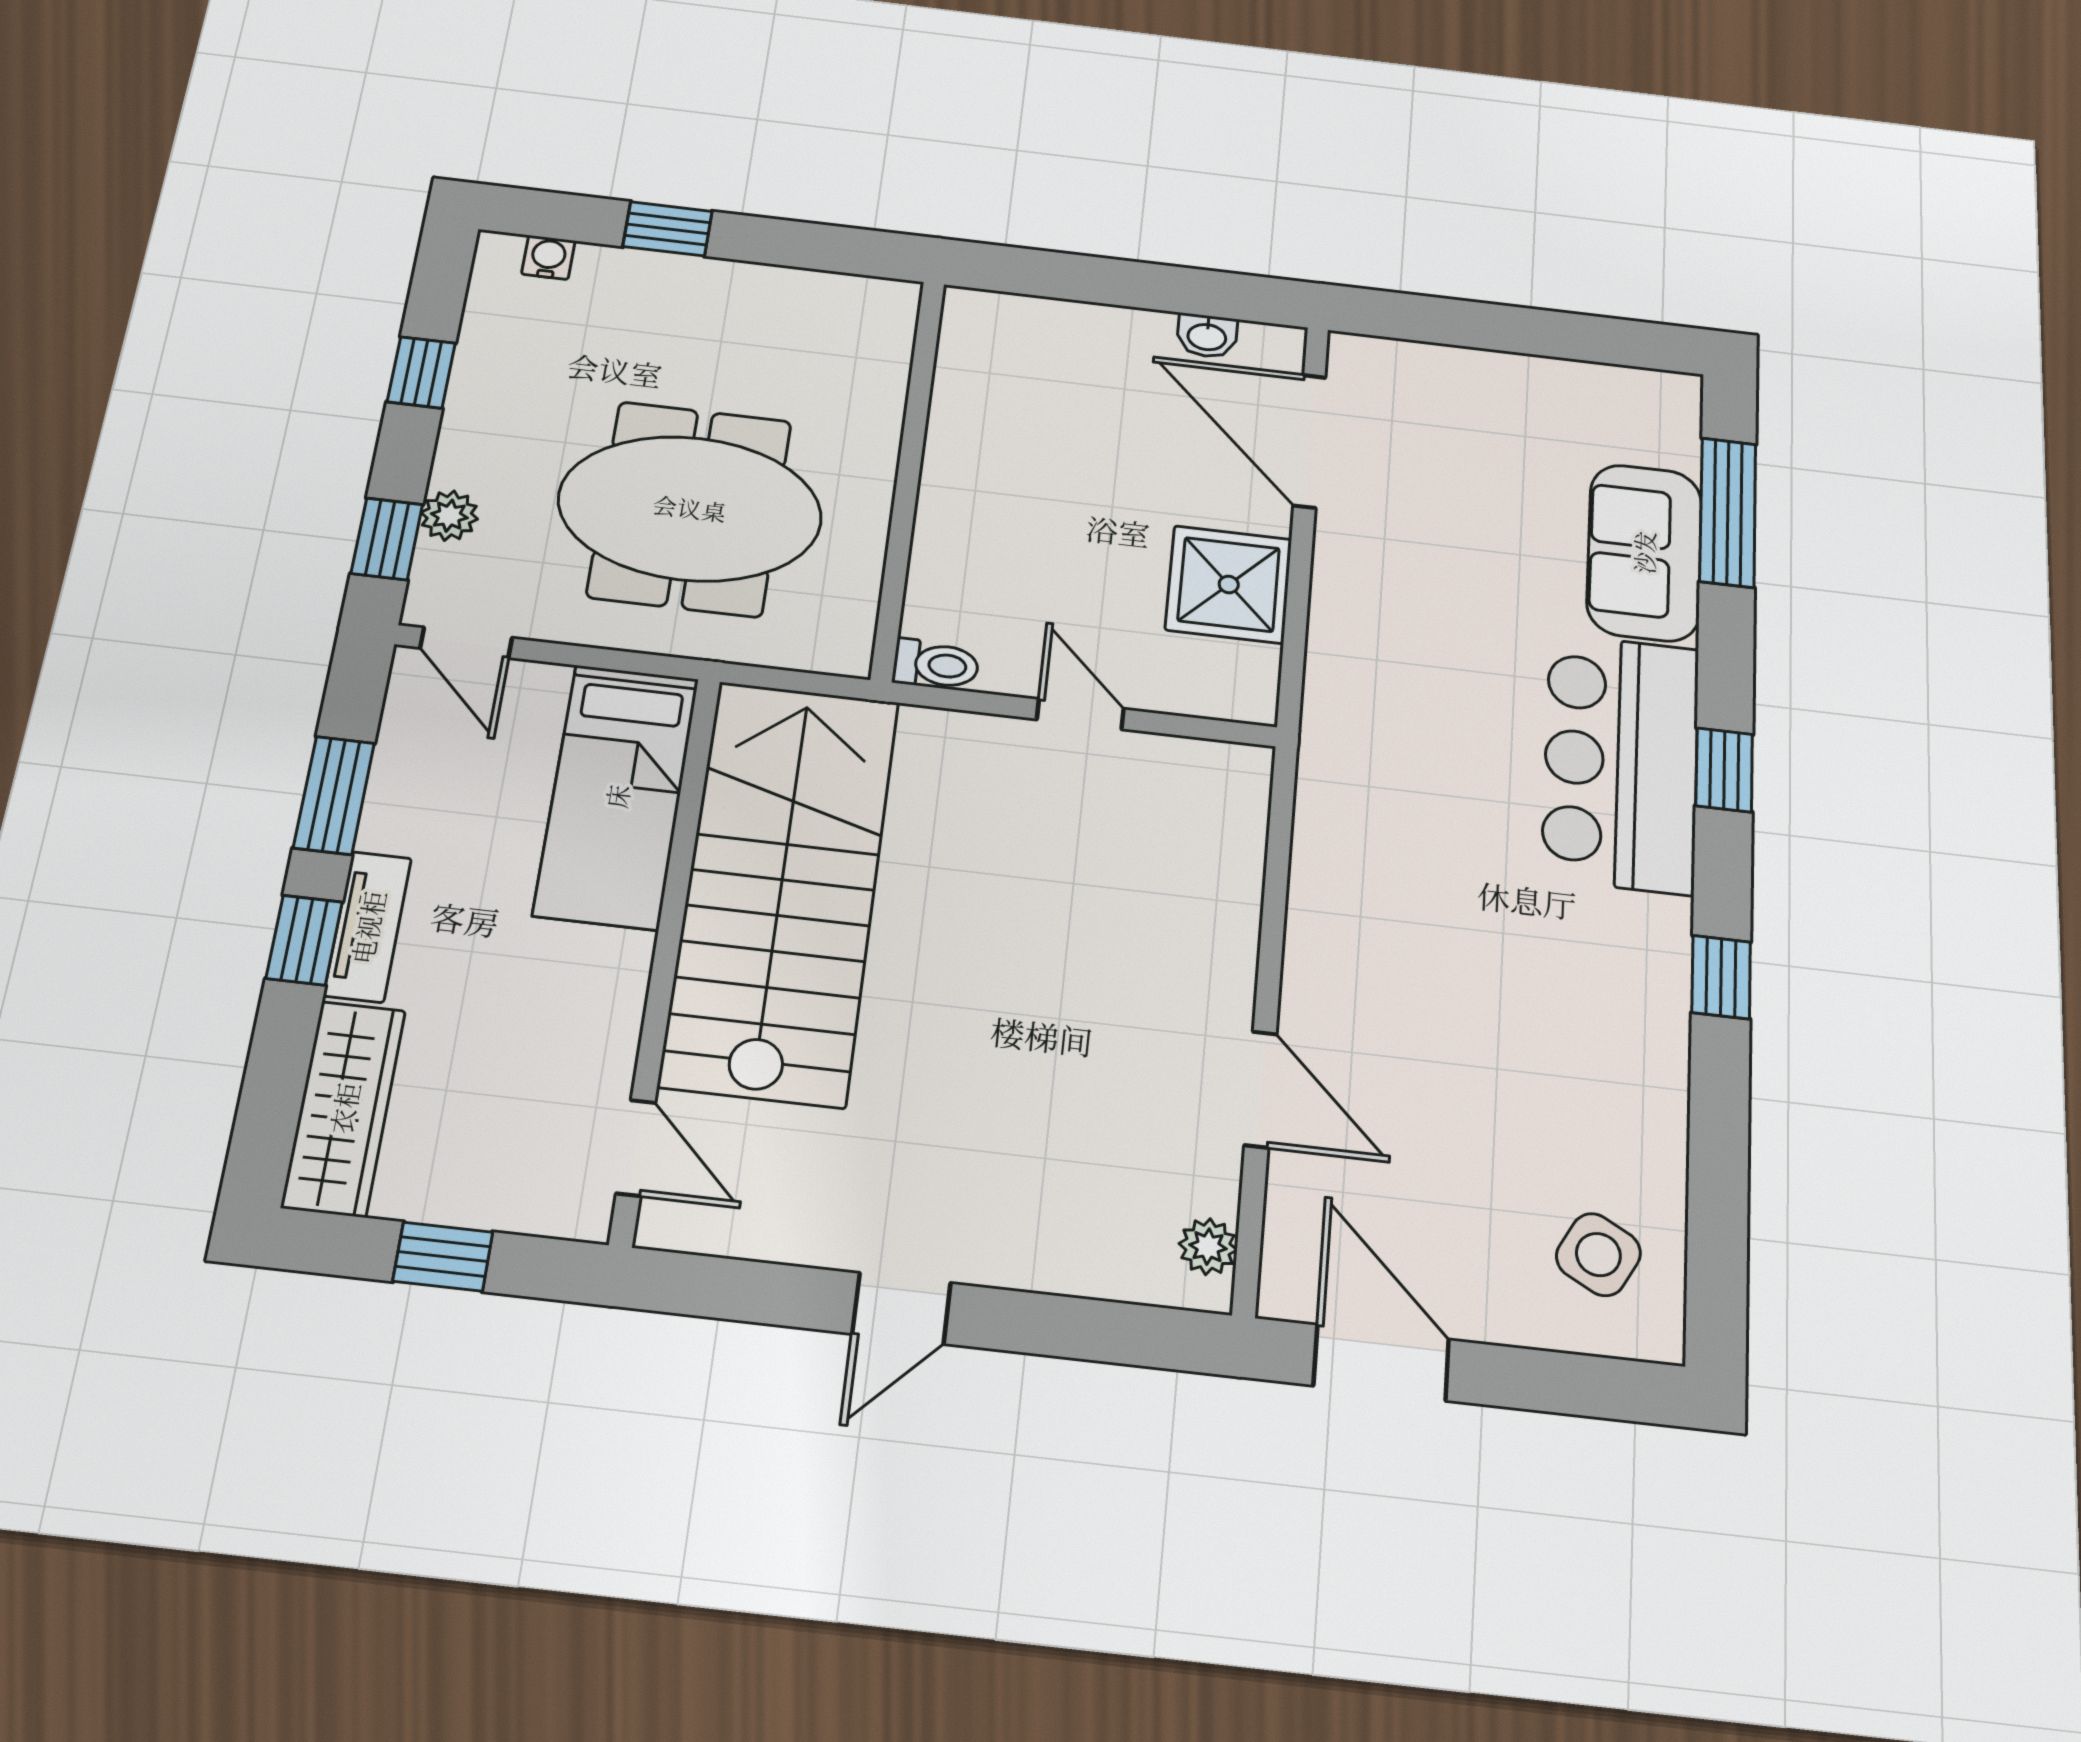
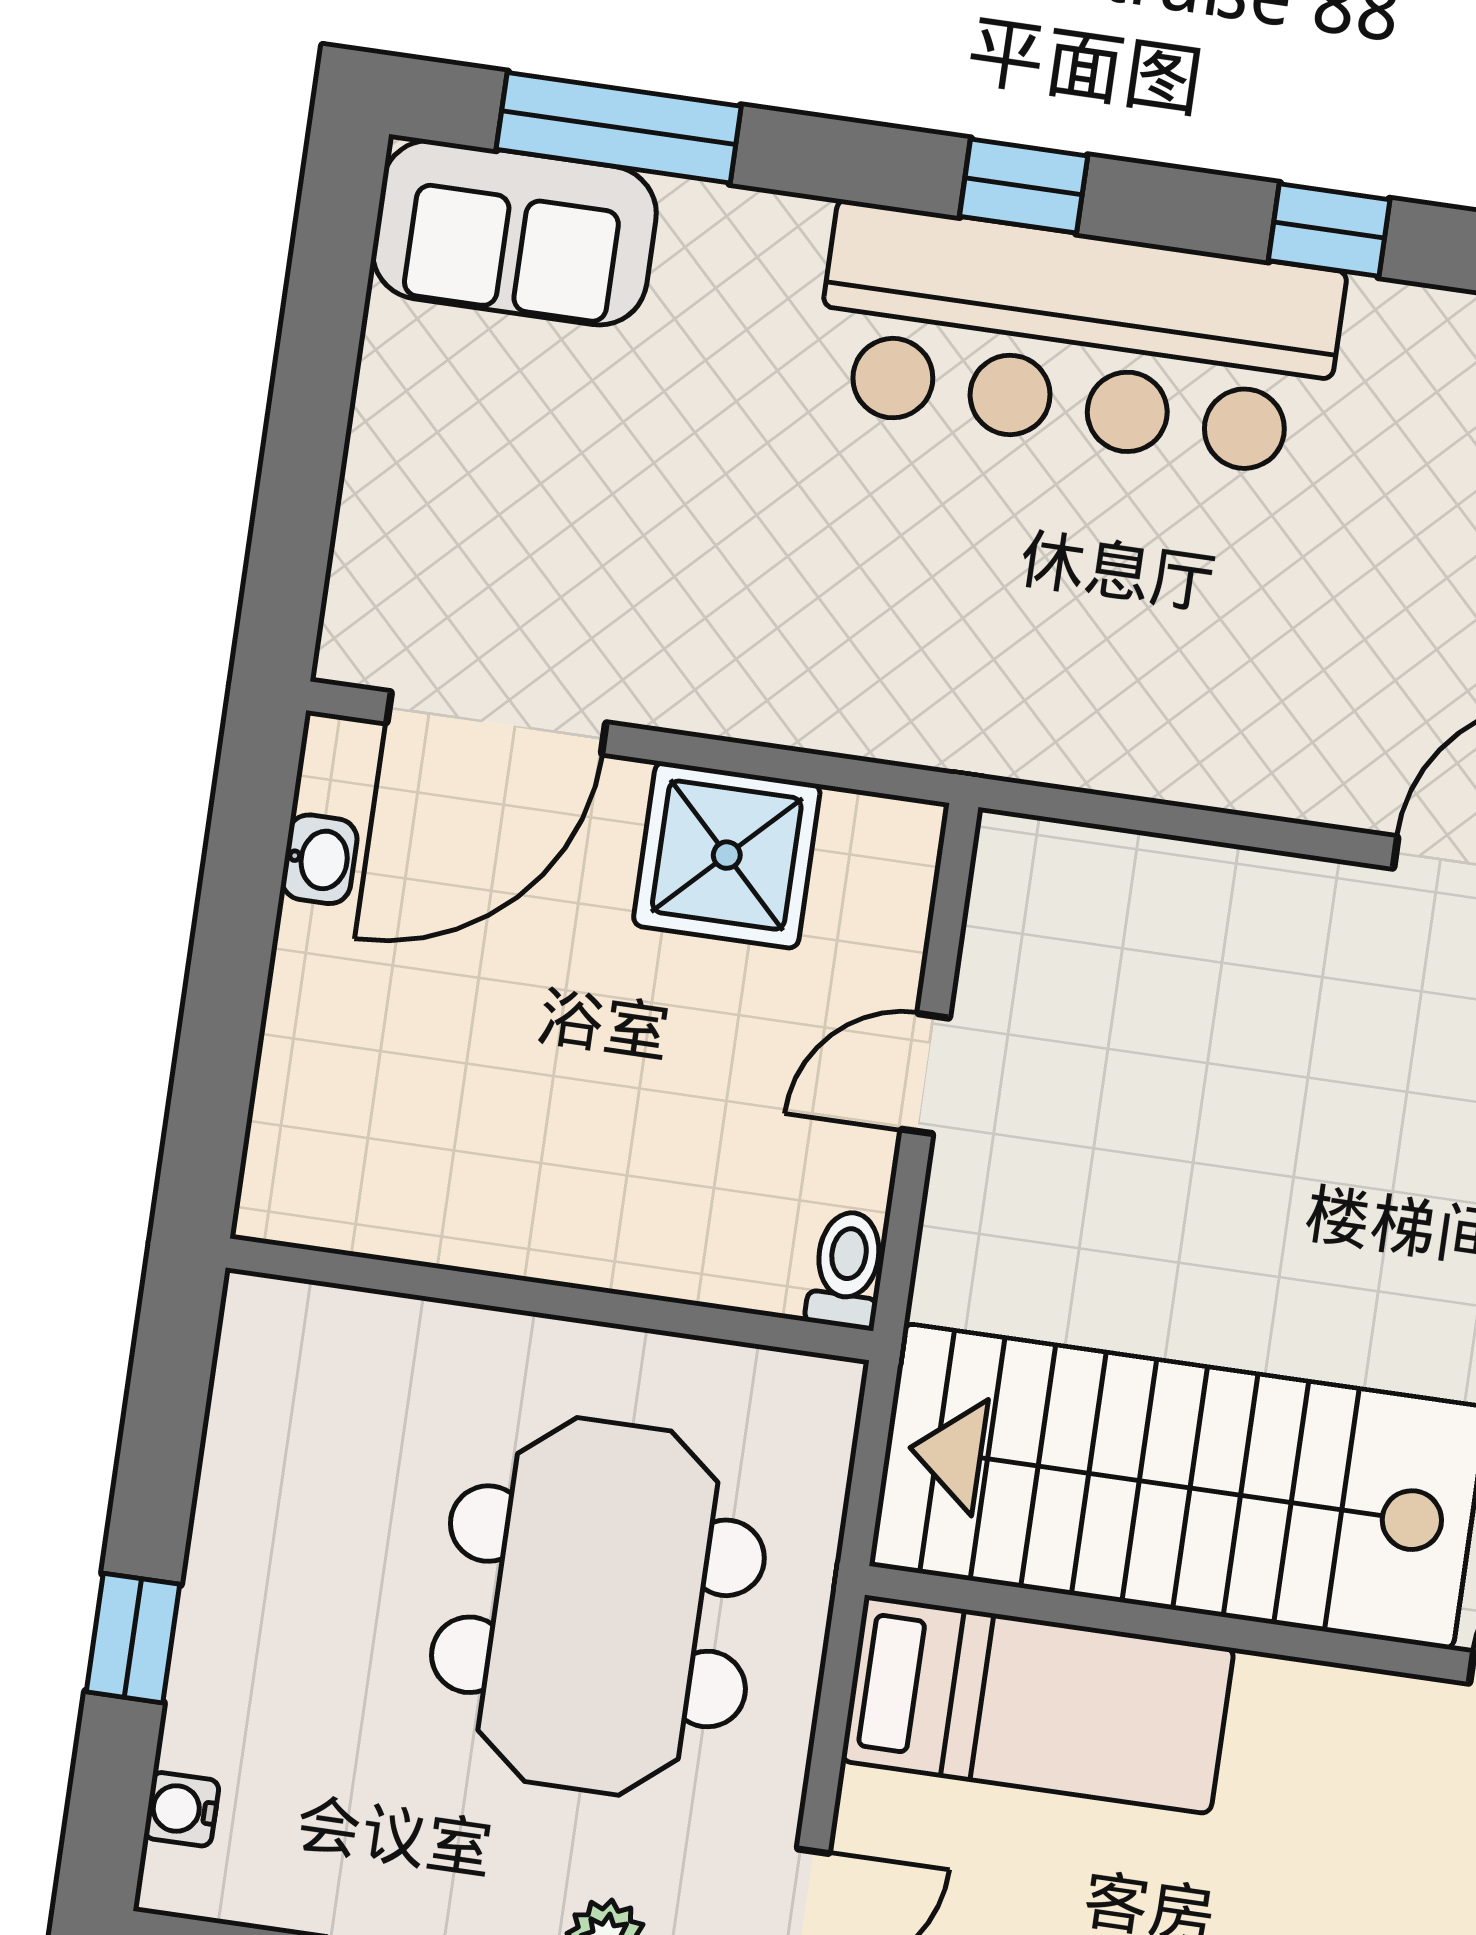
sofa: (1644, 552) -> (514, 233), moved
bar counter: (1621, 762) -> (1078, 339), width x1.36

